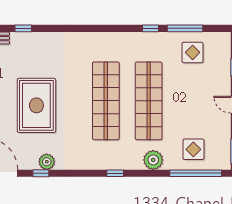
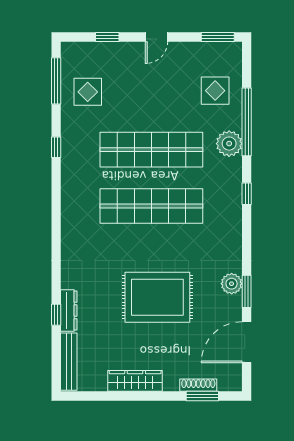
window: (185, 28) -> (56, 81), moved
dresser: (26, 38) -> (69, 310), added
window: (41, 173) -> (247, 291), width x1.50
window: (196, 173) -> (247, 122), moved

